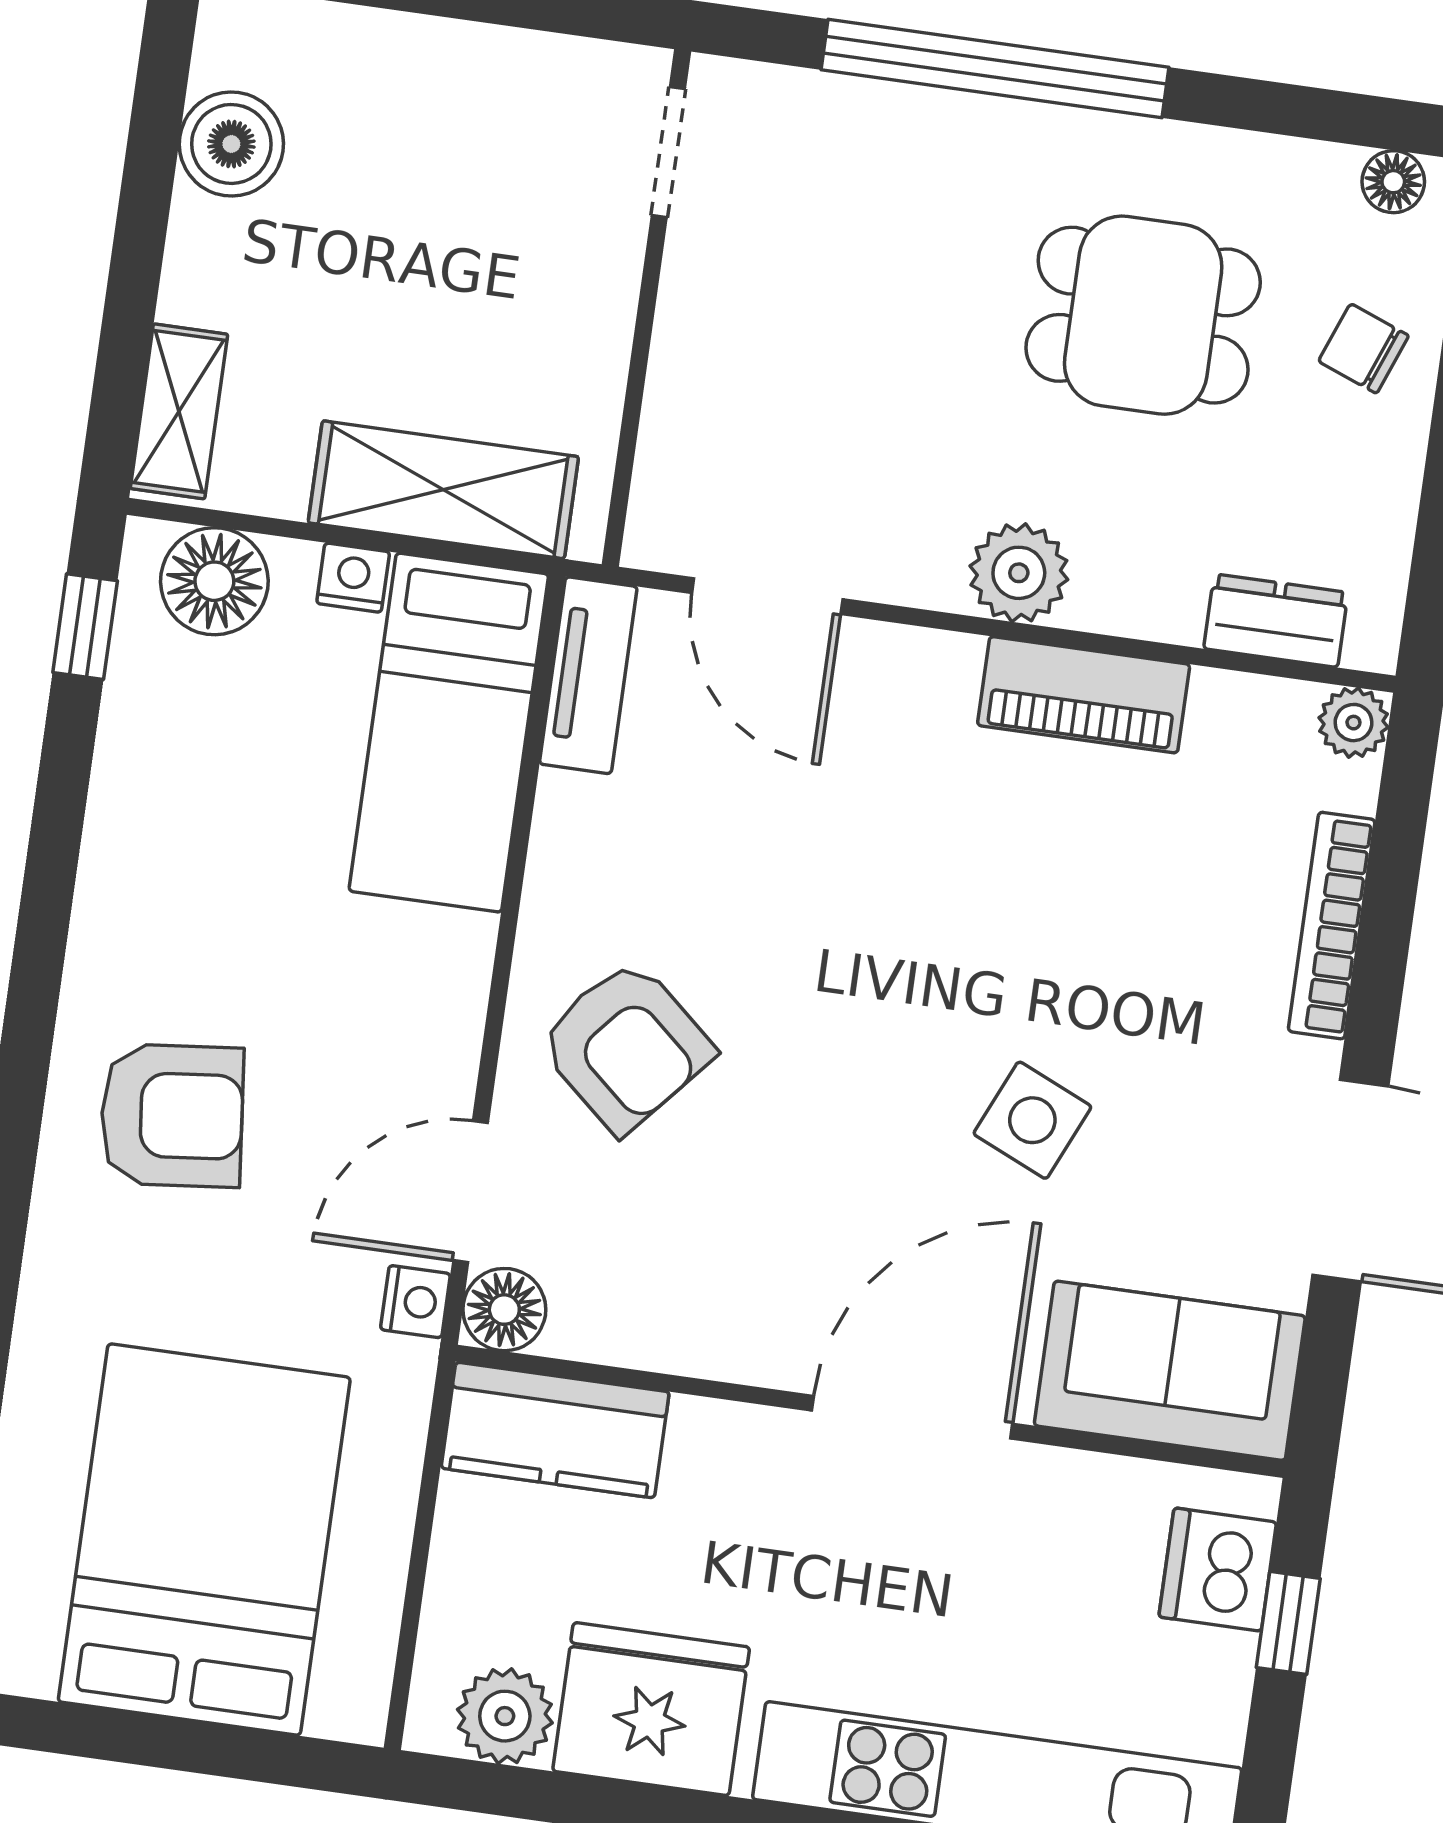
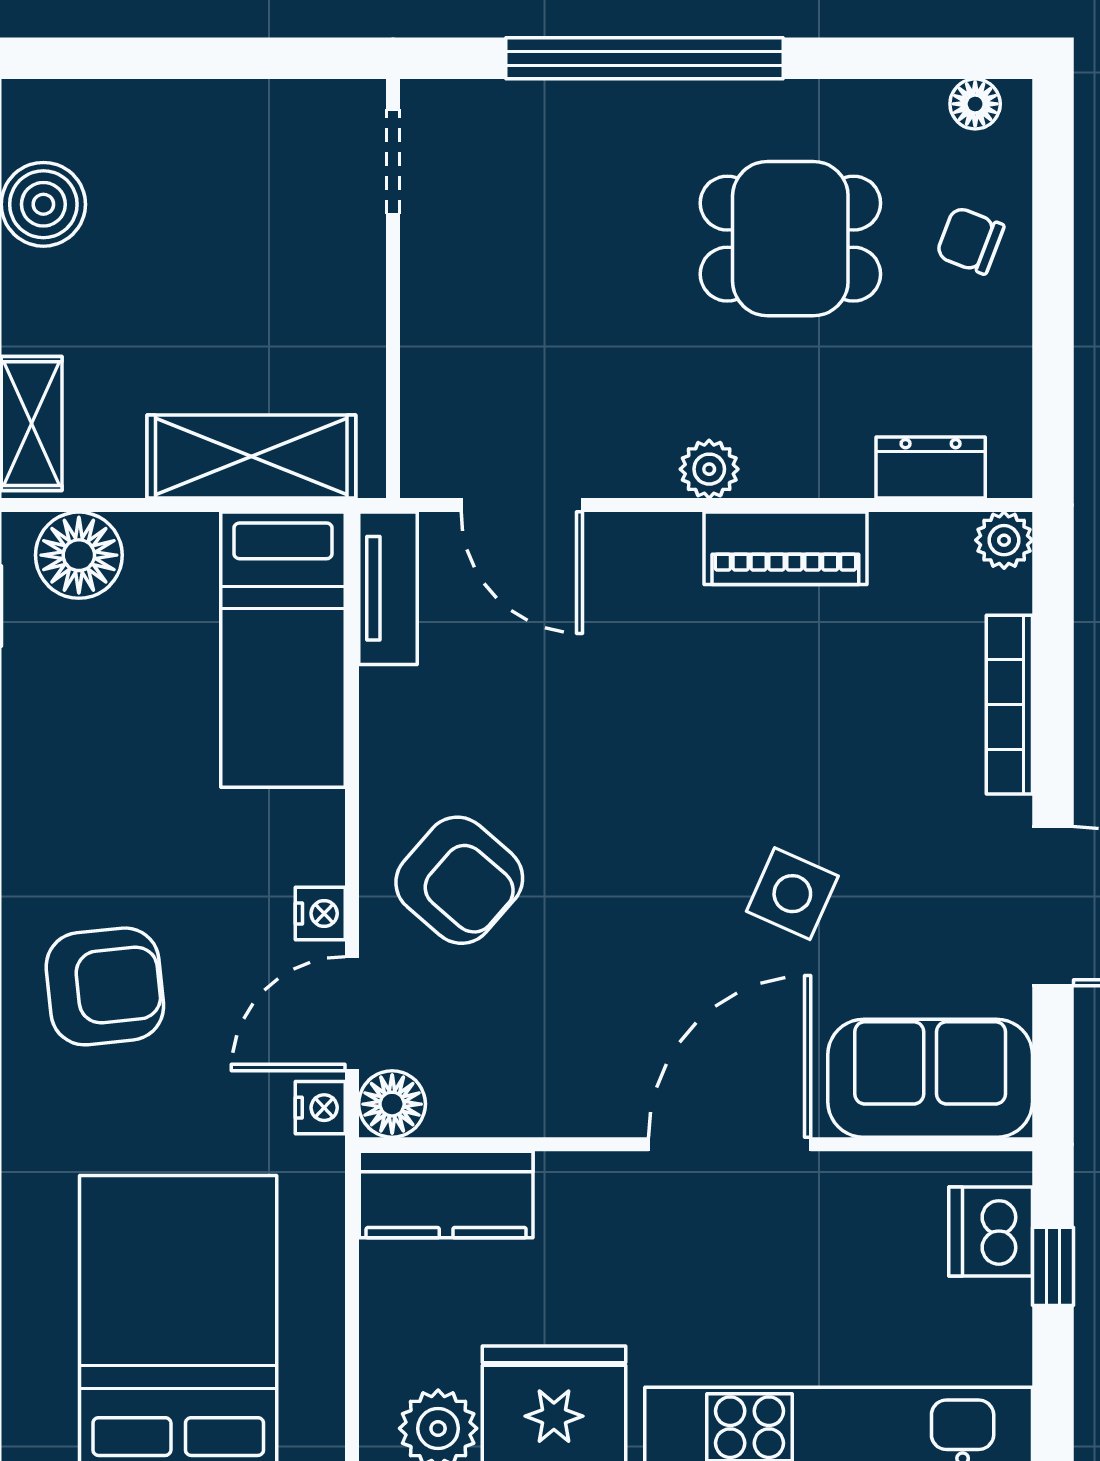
plant: (1019, 573) -> (709, 469), width x0.73, depth x0.73
nightstand: (353, 578) -> (320, 913), moved, turned 90

